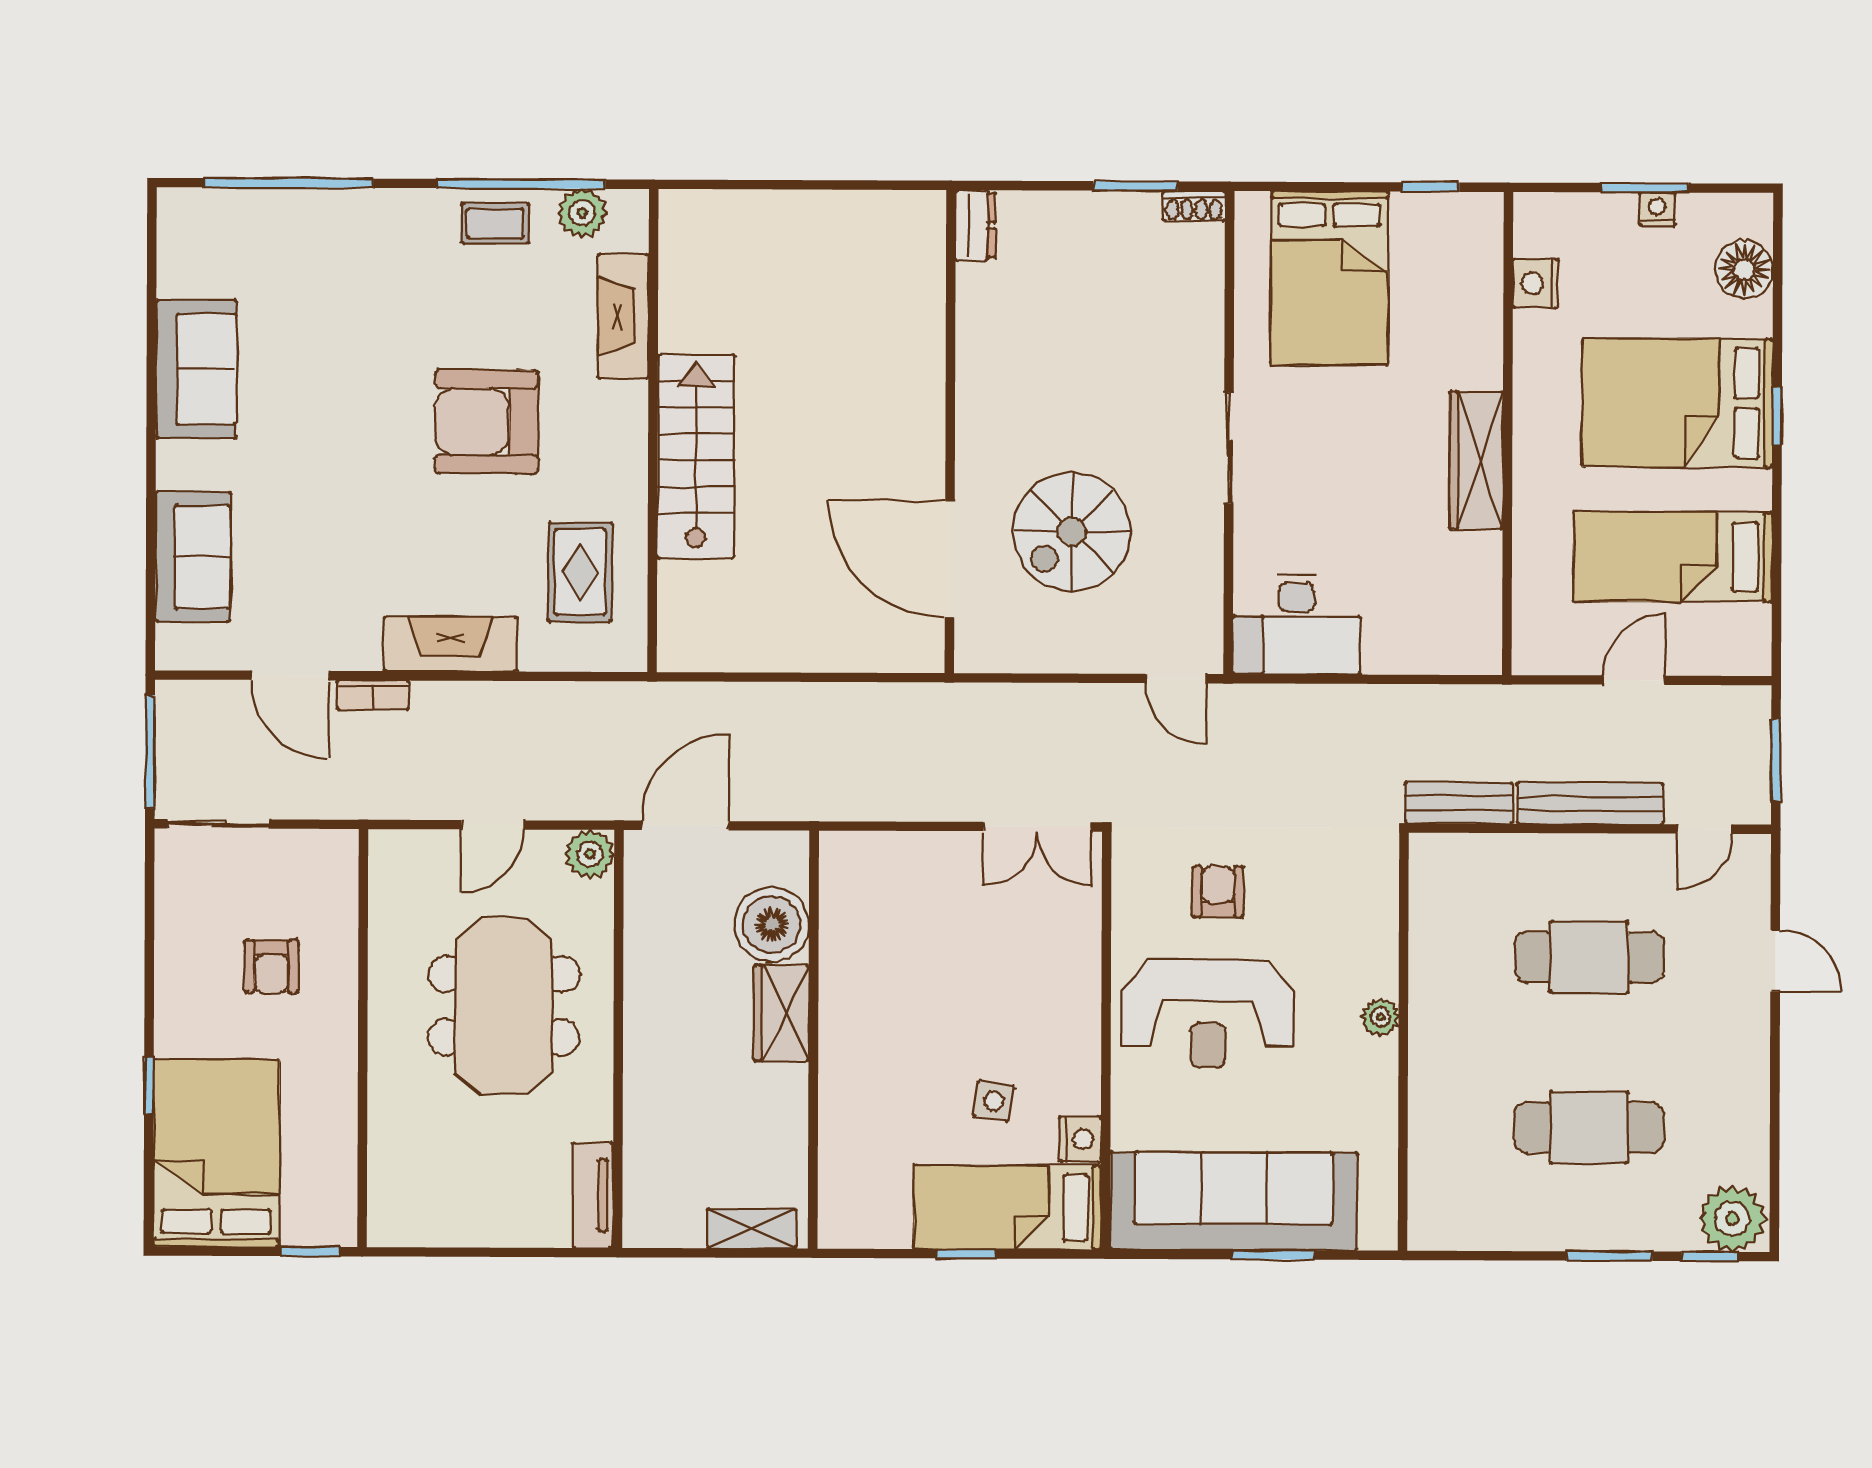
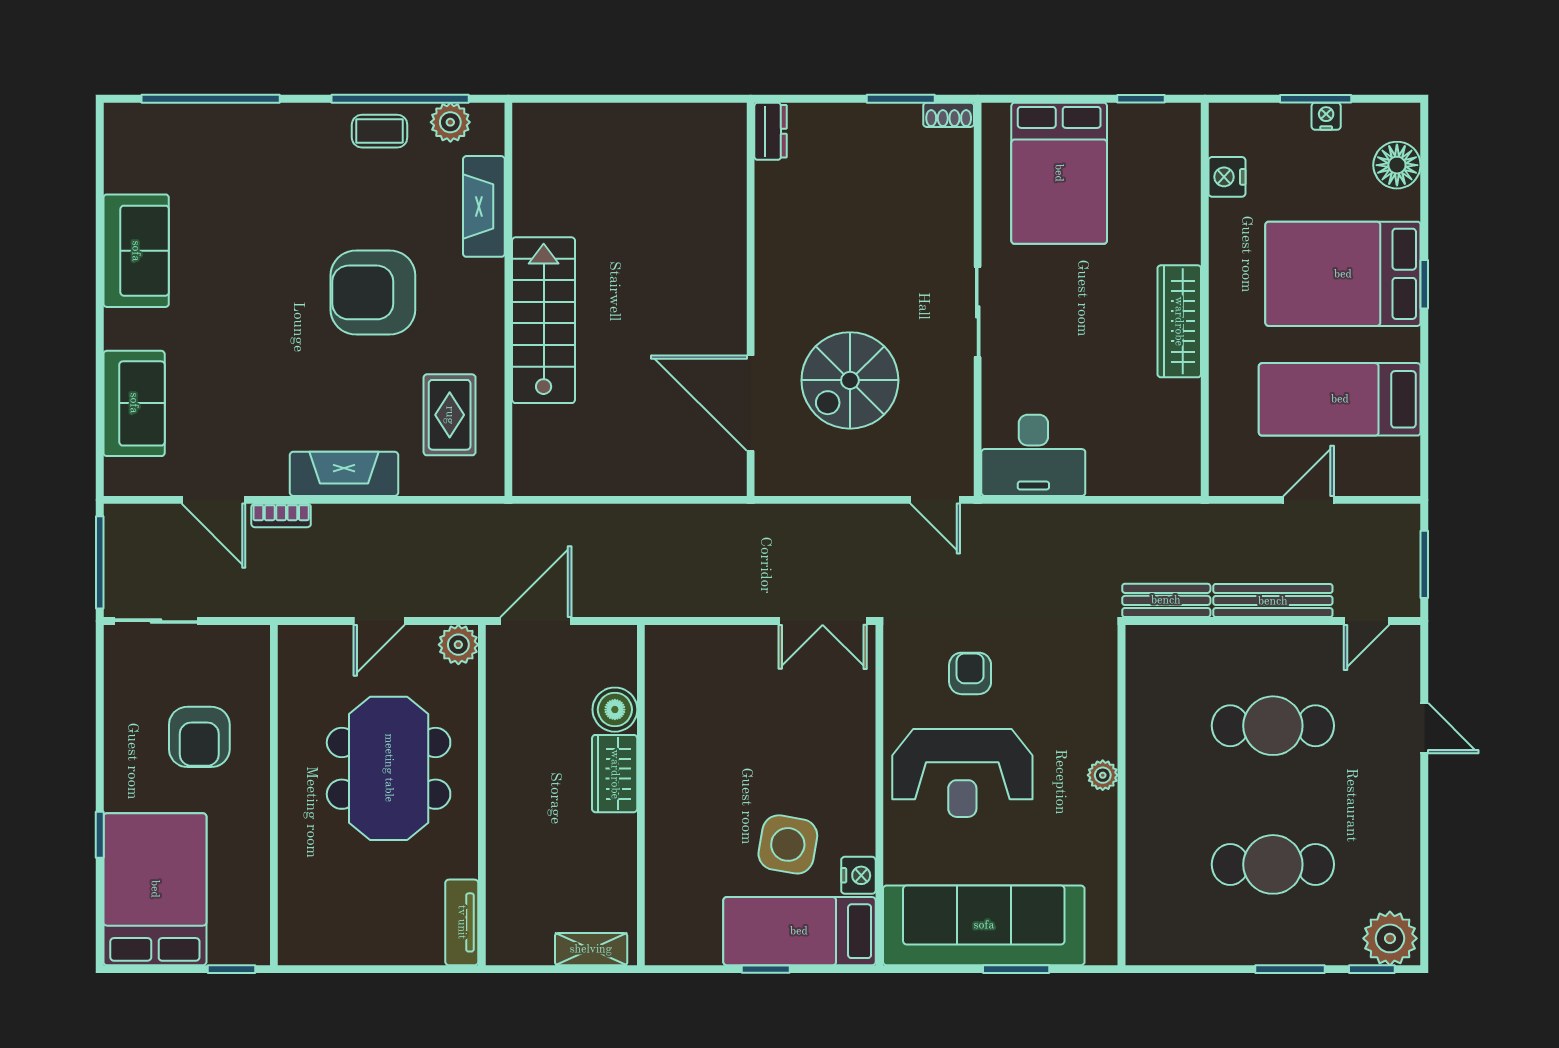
boiler: (772, 924) -> (615, 710), width x0.73, depth x0.73
armchair: (272, 966) -> (199, 737), width x1.38, depth x1.38
side table: (993, 1101) -> (788, 844), width x1.87, depth x1.87

